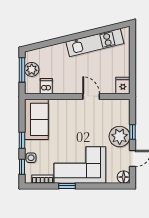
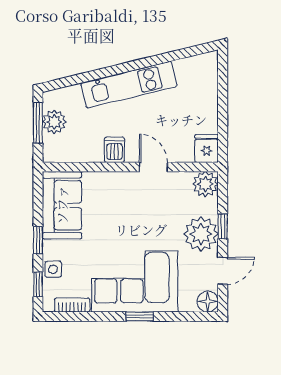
kitchen unit: (95, 43) -> (129, 85), moved
dishwasher: (46, 86) -> (114, 150), moved
plant: (122, 107) -> (206, 184), added
window: (67, 186) -> (140, 317), moved

